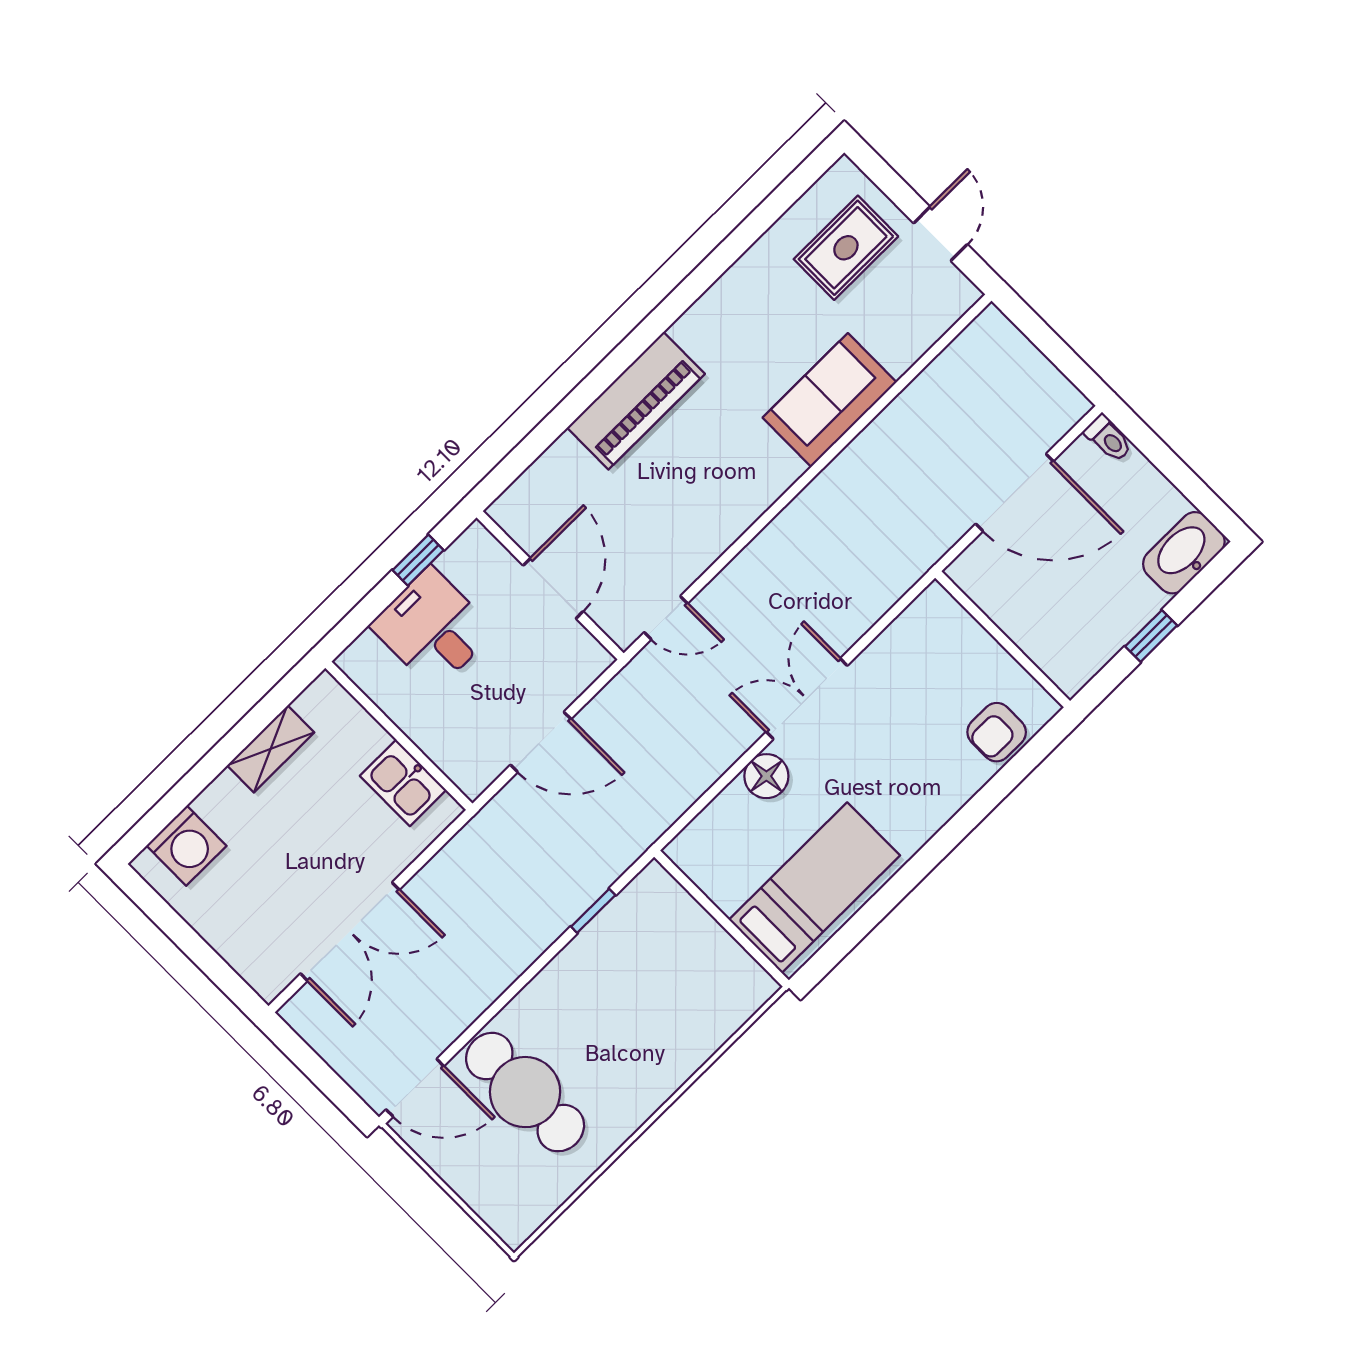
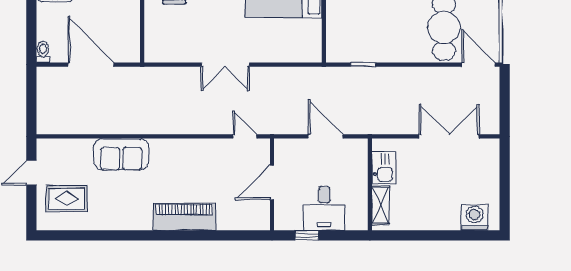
shelving: (271, 749) -> (381, 205), moved, turned 90
floor lamp: (766, 776) -> (263, 52), removed

